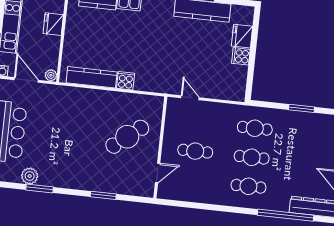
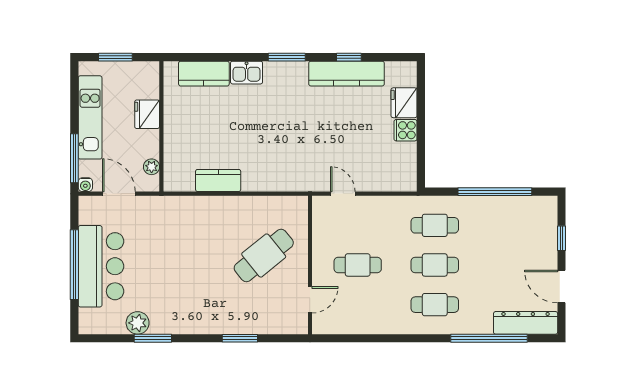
plant: (51, 75) -> (152, 167), moved
kitchen counter: (92, 77) -> (218, 180), width x0.67
cooker: (126, 81) -> (253, 180), removed
window: (301, 108) -> (495, 192), width x2.11

